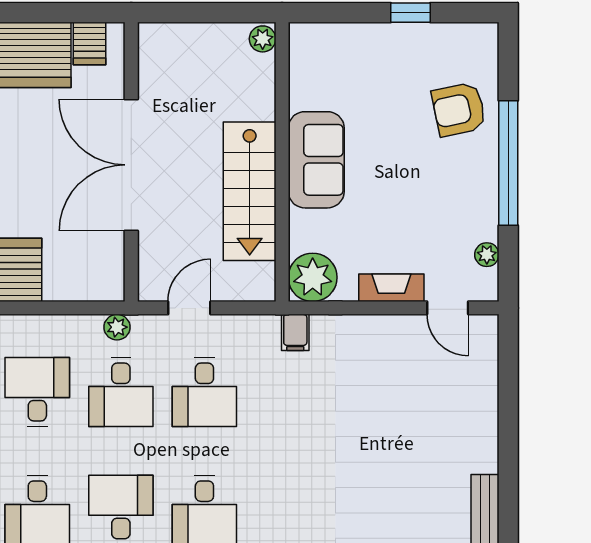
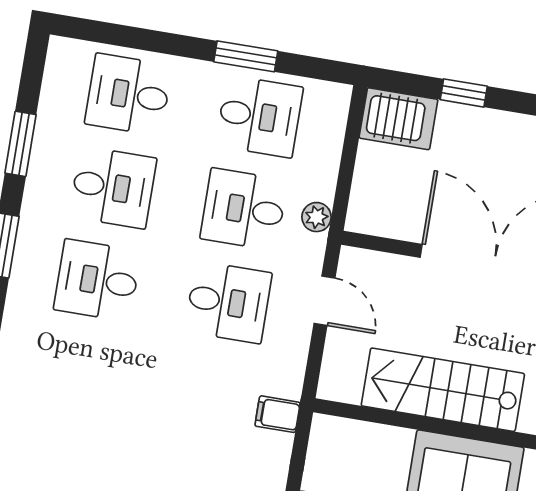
plant: (313, 277) -> (336, 444), removed
desk: (204, 392) -> (228, 302), turned 180

